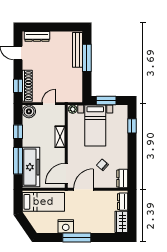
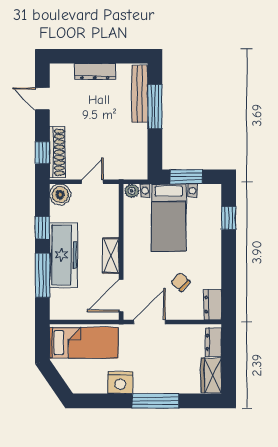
dresser: (37, 36) -> (95, 72), moved
shelving: (60, 137) -> (111, 256), moved
freezer: (31, 167) -> (64, 255), moved
window: (77, 237) -> (155, 401), moved

